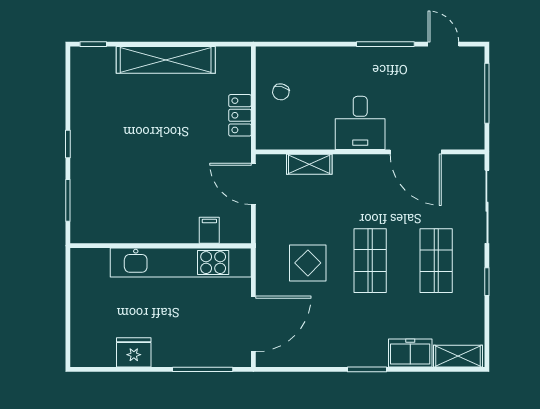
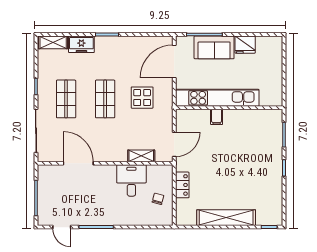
desk: (360, 123) -> (131, 180), moved
door: (253, 184) -> (174, 144), hinge flipped
filing cabinet: (209, 230) -> (217, 117), moved
sofa: (186, 348) -> (214, 47), added

